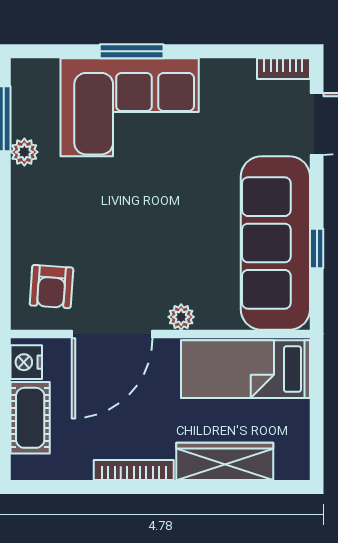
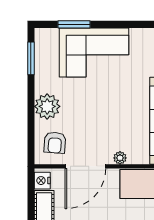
window: (132, 51) -> (74, 24), moved
plant: (24, 152) -> (47, 106), moved, width x1.88, depth x1.88

